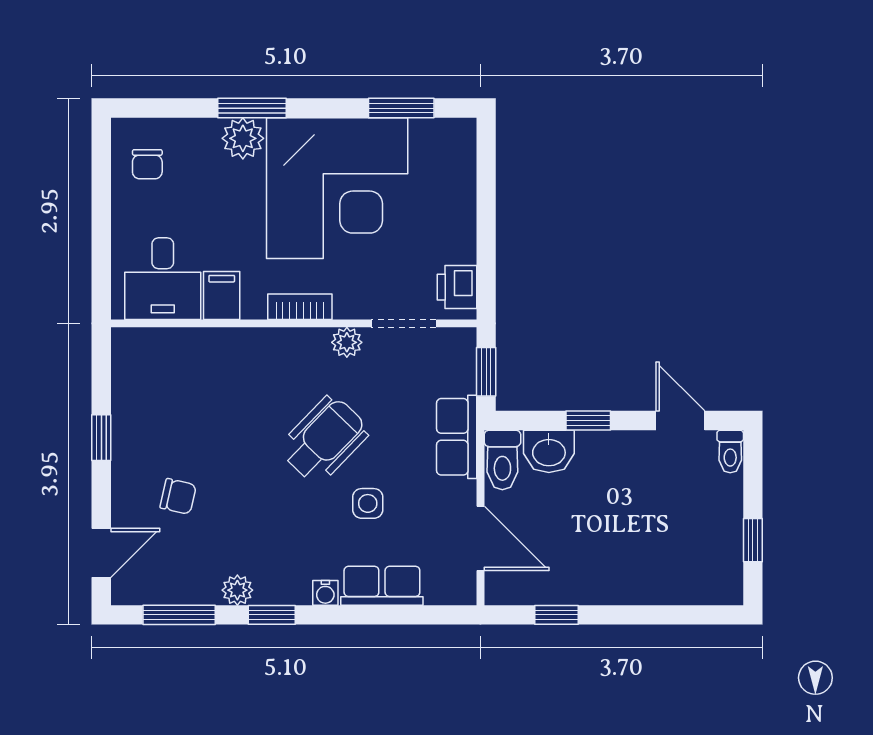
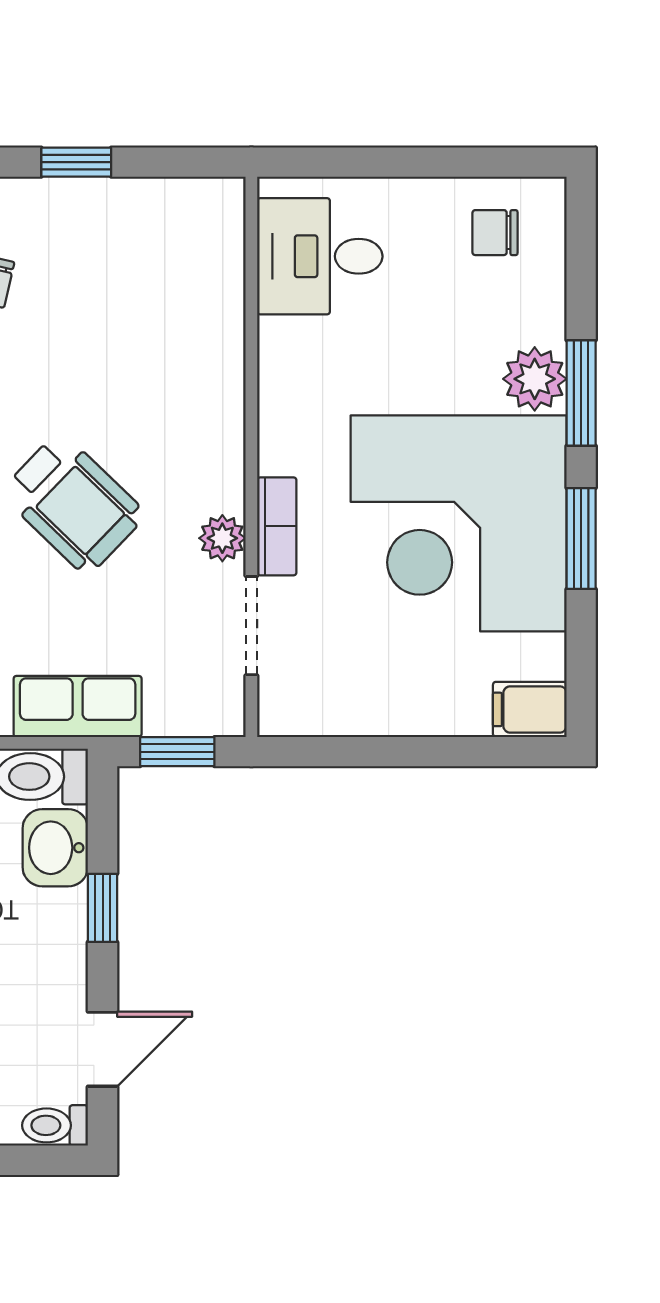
window: (401, 108) -> (581, 538), moved
printer: (457, 287) -> (307, 707), removed
filing cabinet: (222, 295) -> (530, 709), moved, turned 180
bookcase: (300, 307) -> (277, 526), moved

